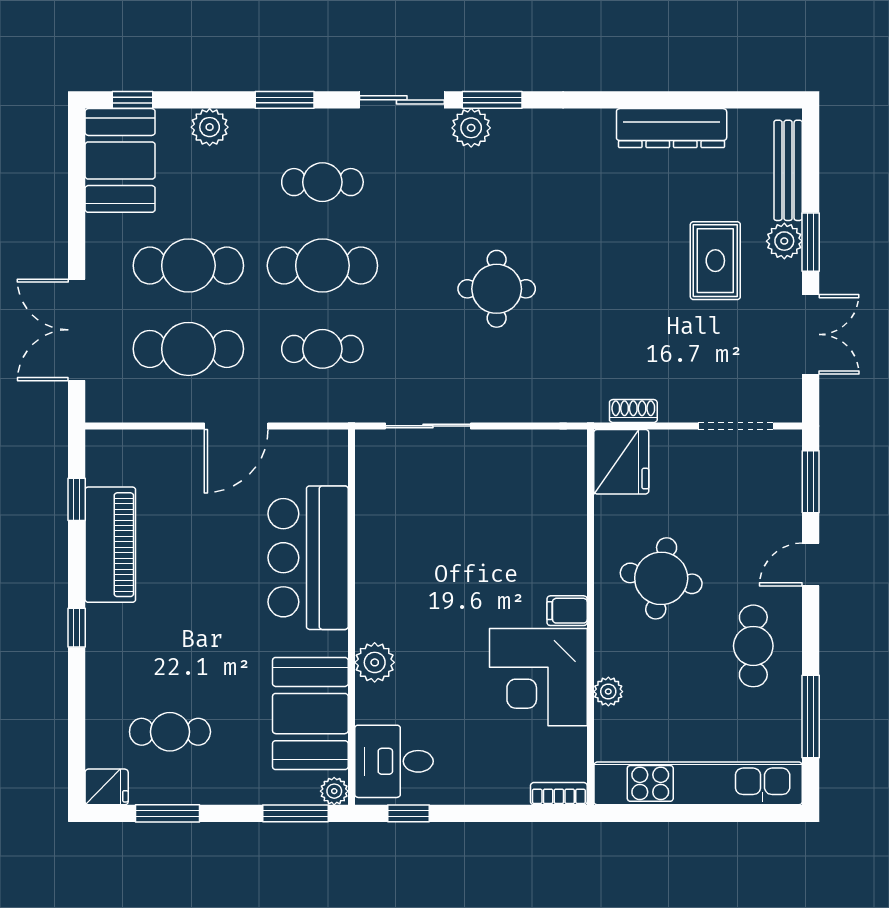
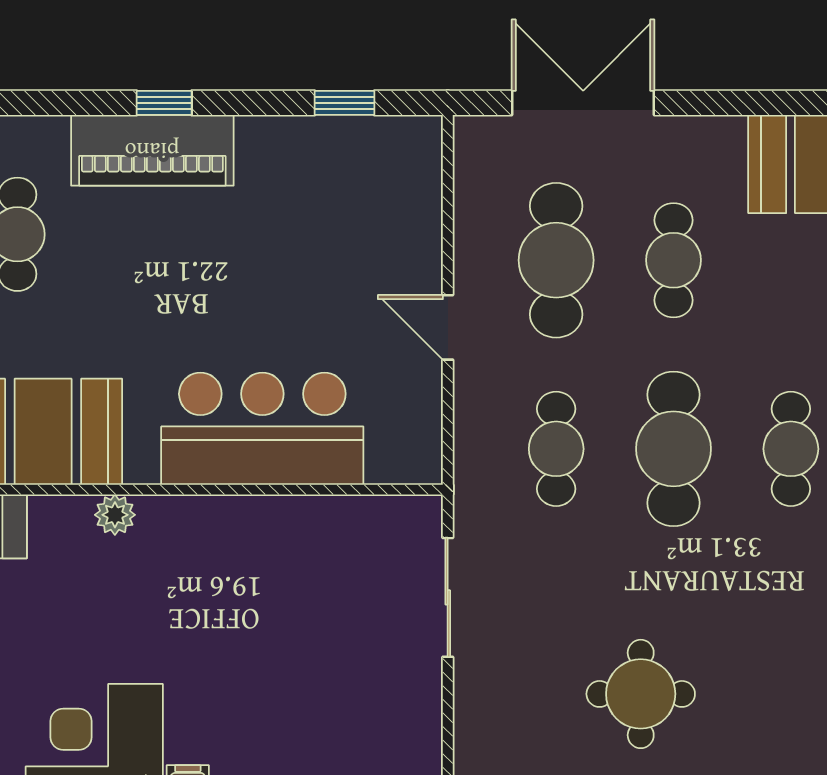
cafe table: (188, 266) -> (674, 260), width x0.73, depth x0.74
door: (236, 426) -> (448, 327), width x0.73
piano: (110, 545) -> (152, 150), moved
plant: (375, 662) -> (115, 515), width x0.73, depth x0.73

